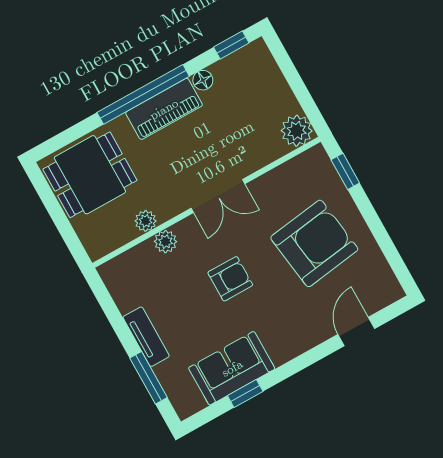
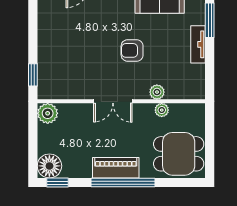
floor lamp: (203, 80) -> (49, 166), moved, width x1.89, depth x1.89
double door: (218, 196) -> (113, 101), swing flipped
armchair: (314, 243) -> (73, 44), removed

